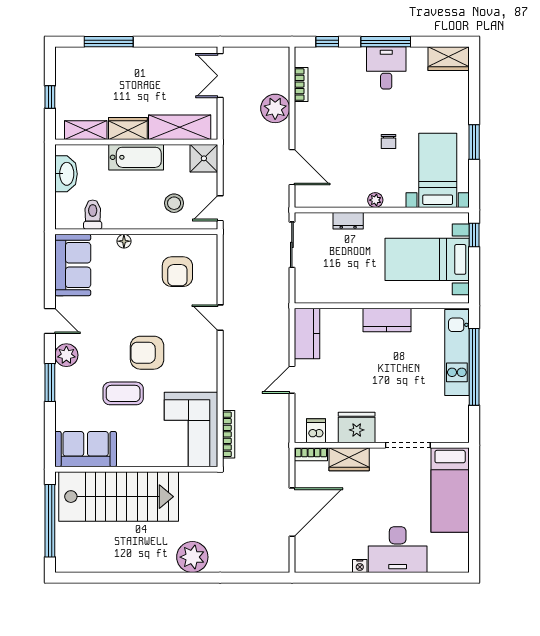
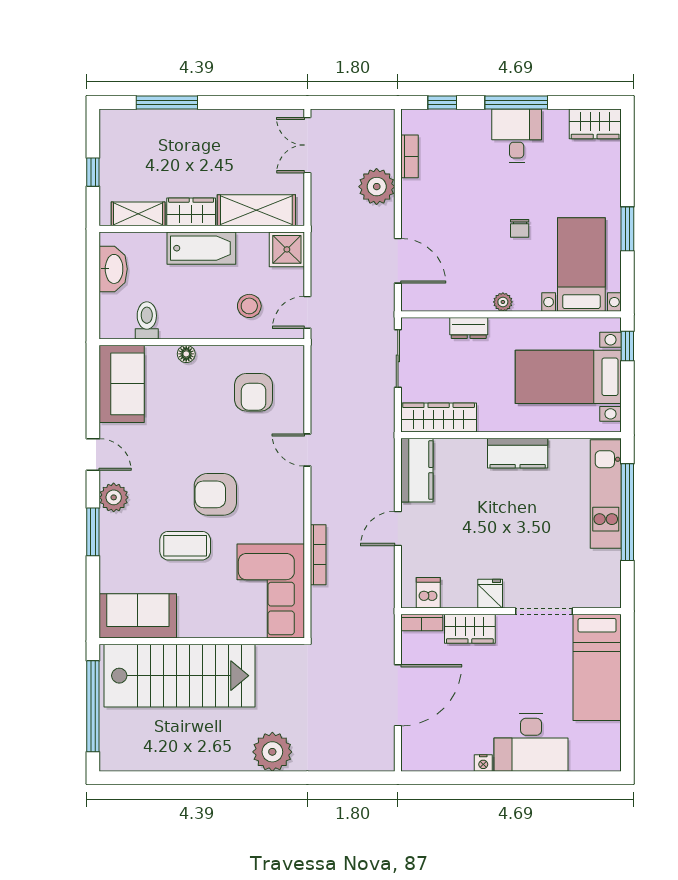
wardrobe: (324, 292) -> (439, 417), added
fridge: (357, 427) -> (490, 594), width x0.53, depth x0.75
bookcase: (229, 434) -> (318, 555), moved

